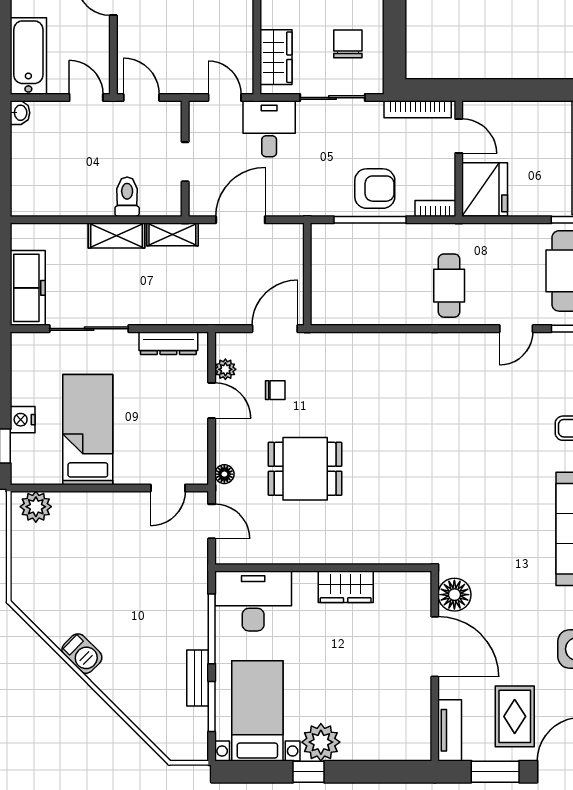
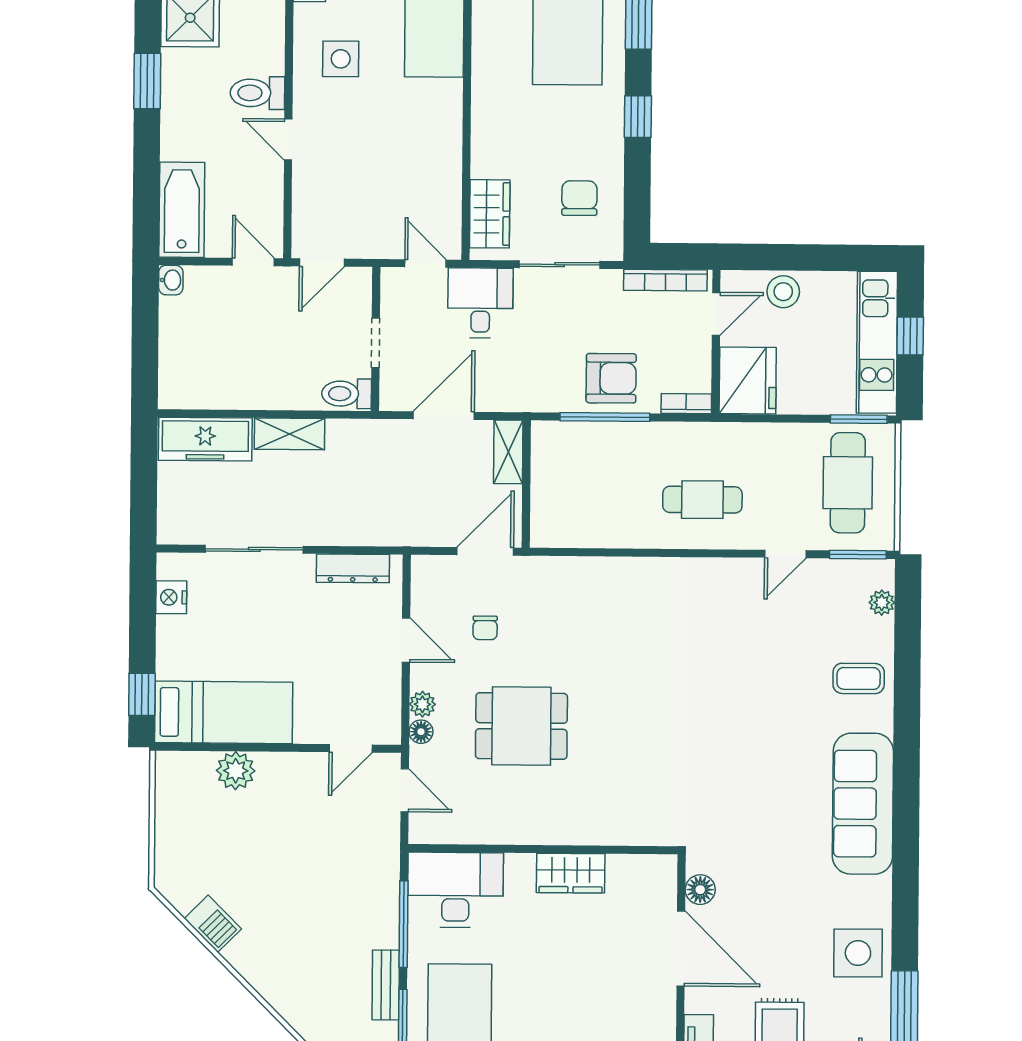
door: (141, 98) -> (322, 263), swing flipped
stool: (513, 118) -> (783, 292), added
door: (459, 136) -> (716, 314), hinge flipped
toilet: (127, 197) -> (347, 394), moved, turned -90
shelving: (172, 234) -> (508, 452), moved, turned 90
cafe table: (449, 286) -> (702, 500), turned 90
freezer: (28, 288) -> (205, 439), moved, turned 90
plant: (225, 369) -> (422, 704), moved
chair: (275, 390) -> (485, 628), turned 90
nightstand: (23, 420) -> (171, 597), moved
bed: (88, 430) -> (224, 712), moved, turned 90
plant: (36, 507) -> (236, 771), moved
floor lamp: (454, 595) -> (700, 890), width x0.73, depth x0.73
barbecue: (82, 654) -> (213, 924), moved

